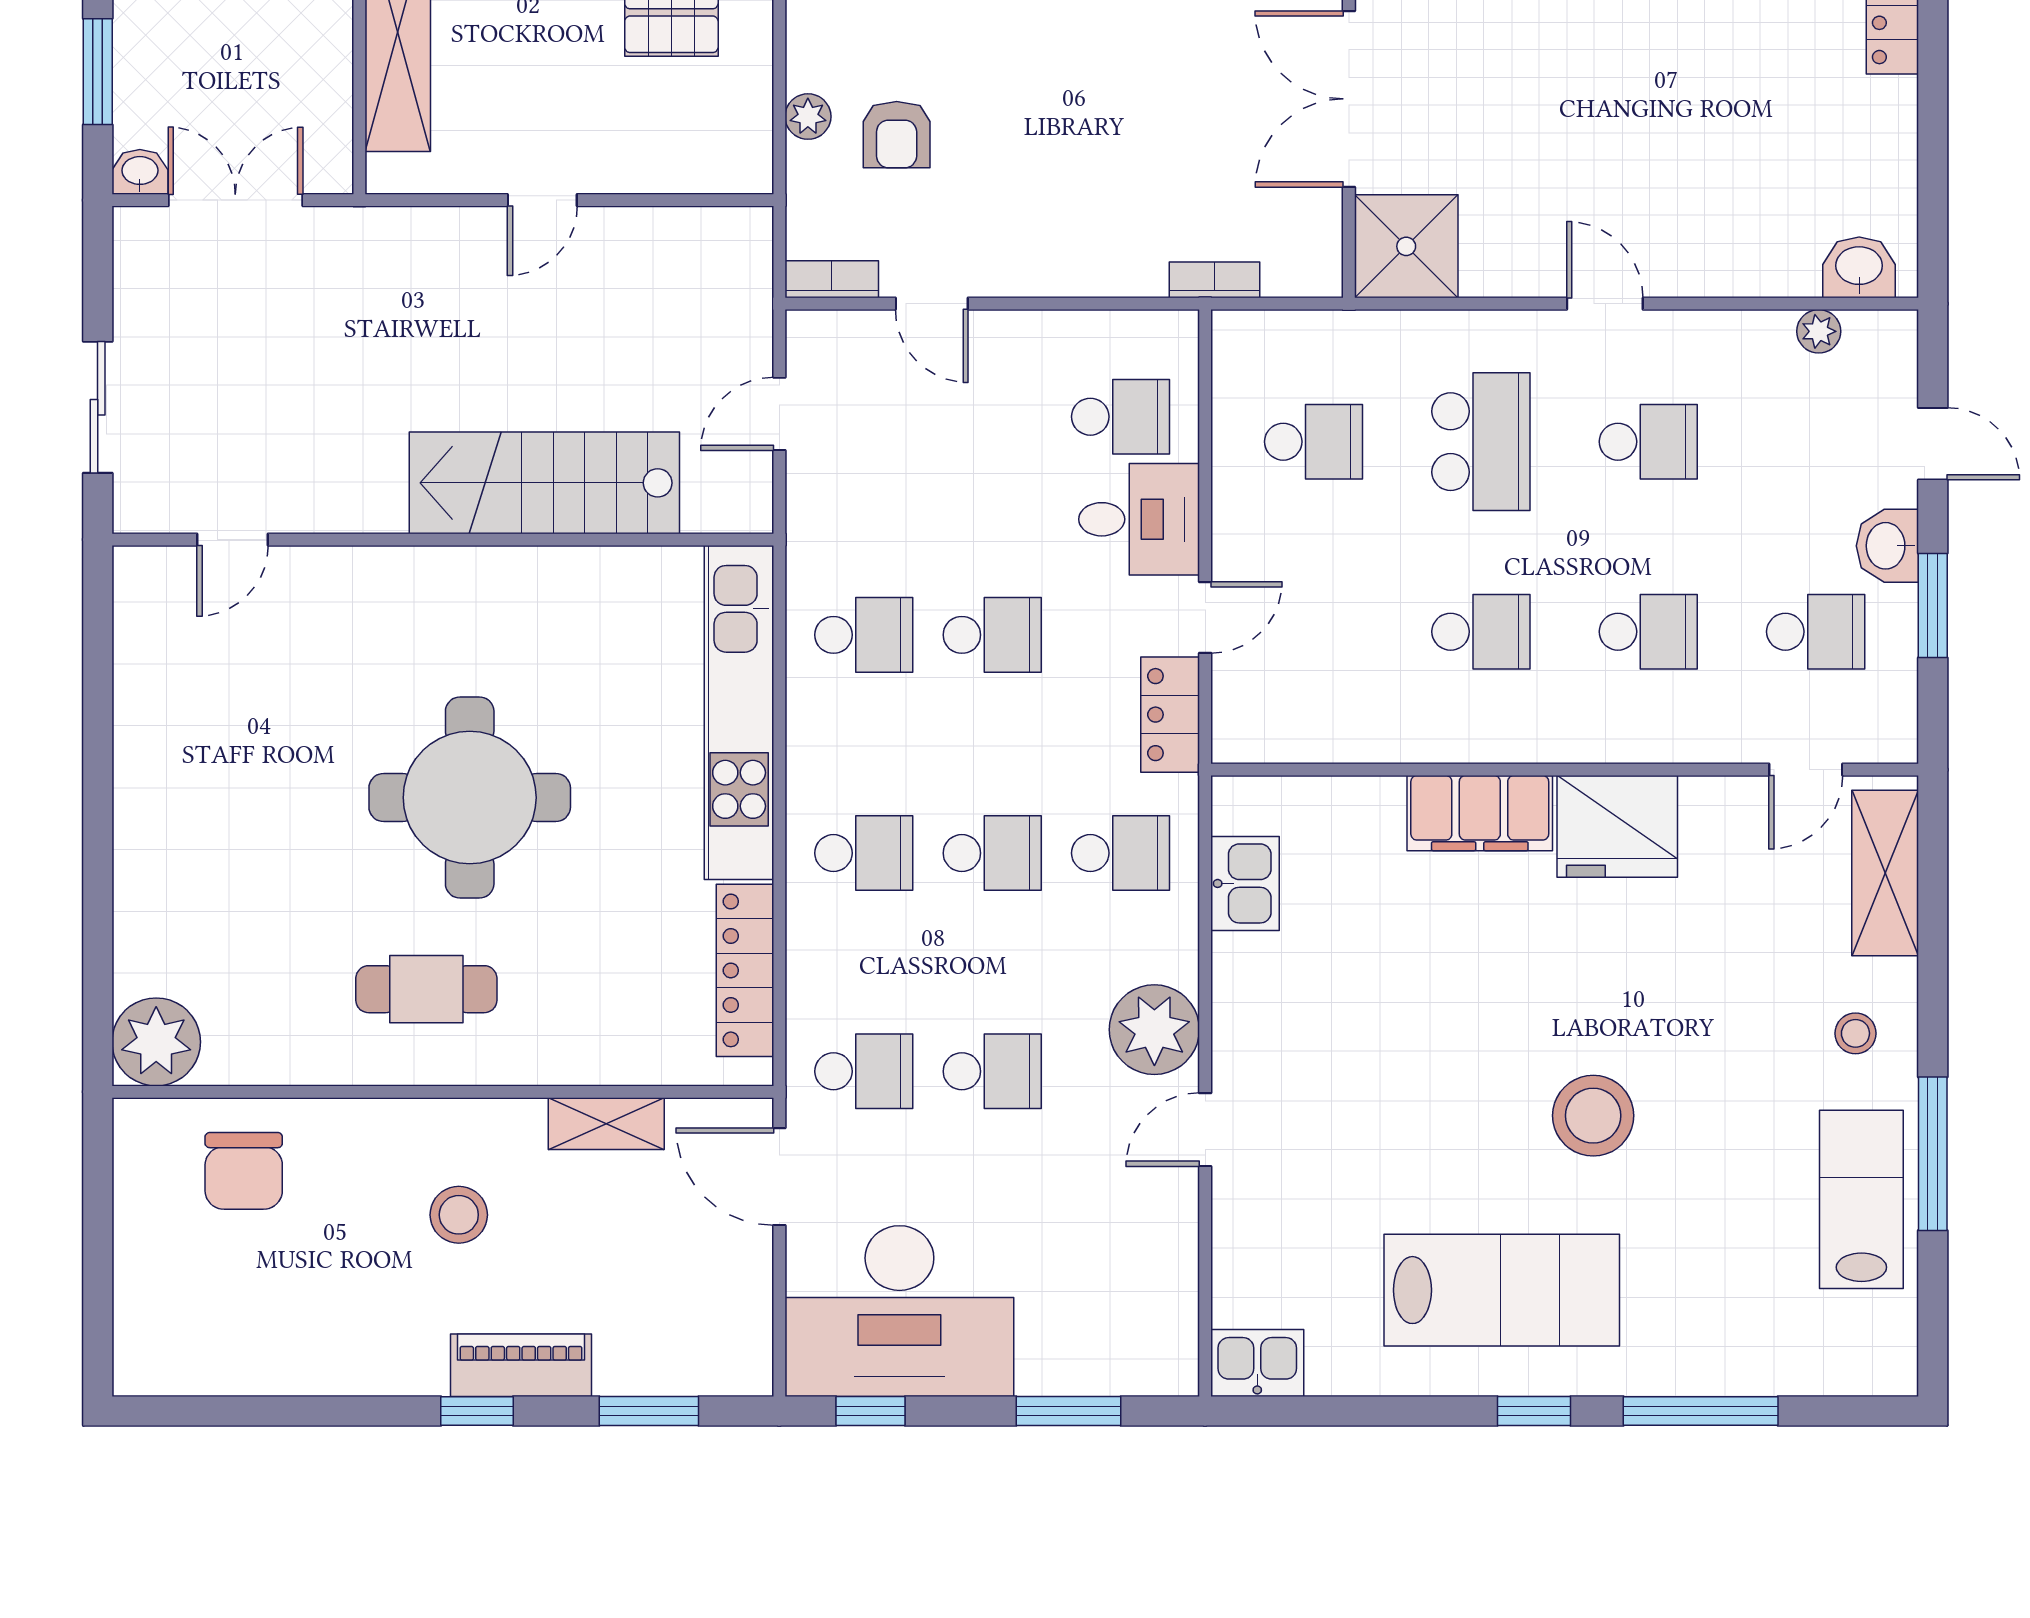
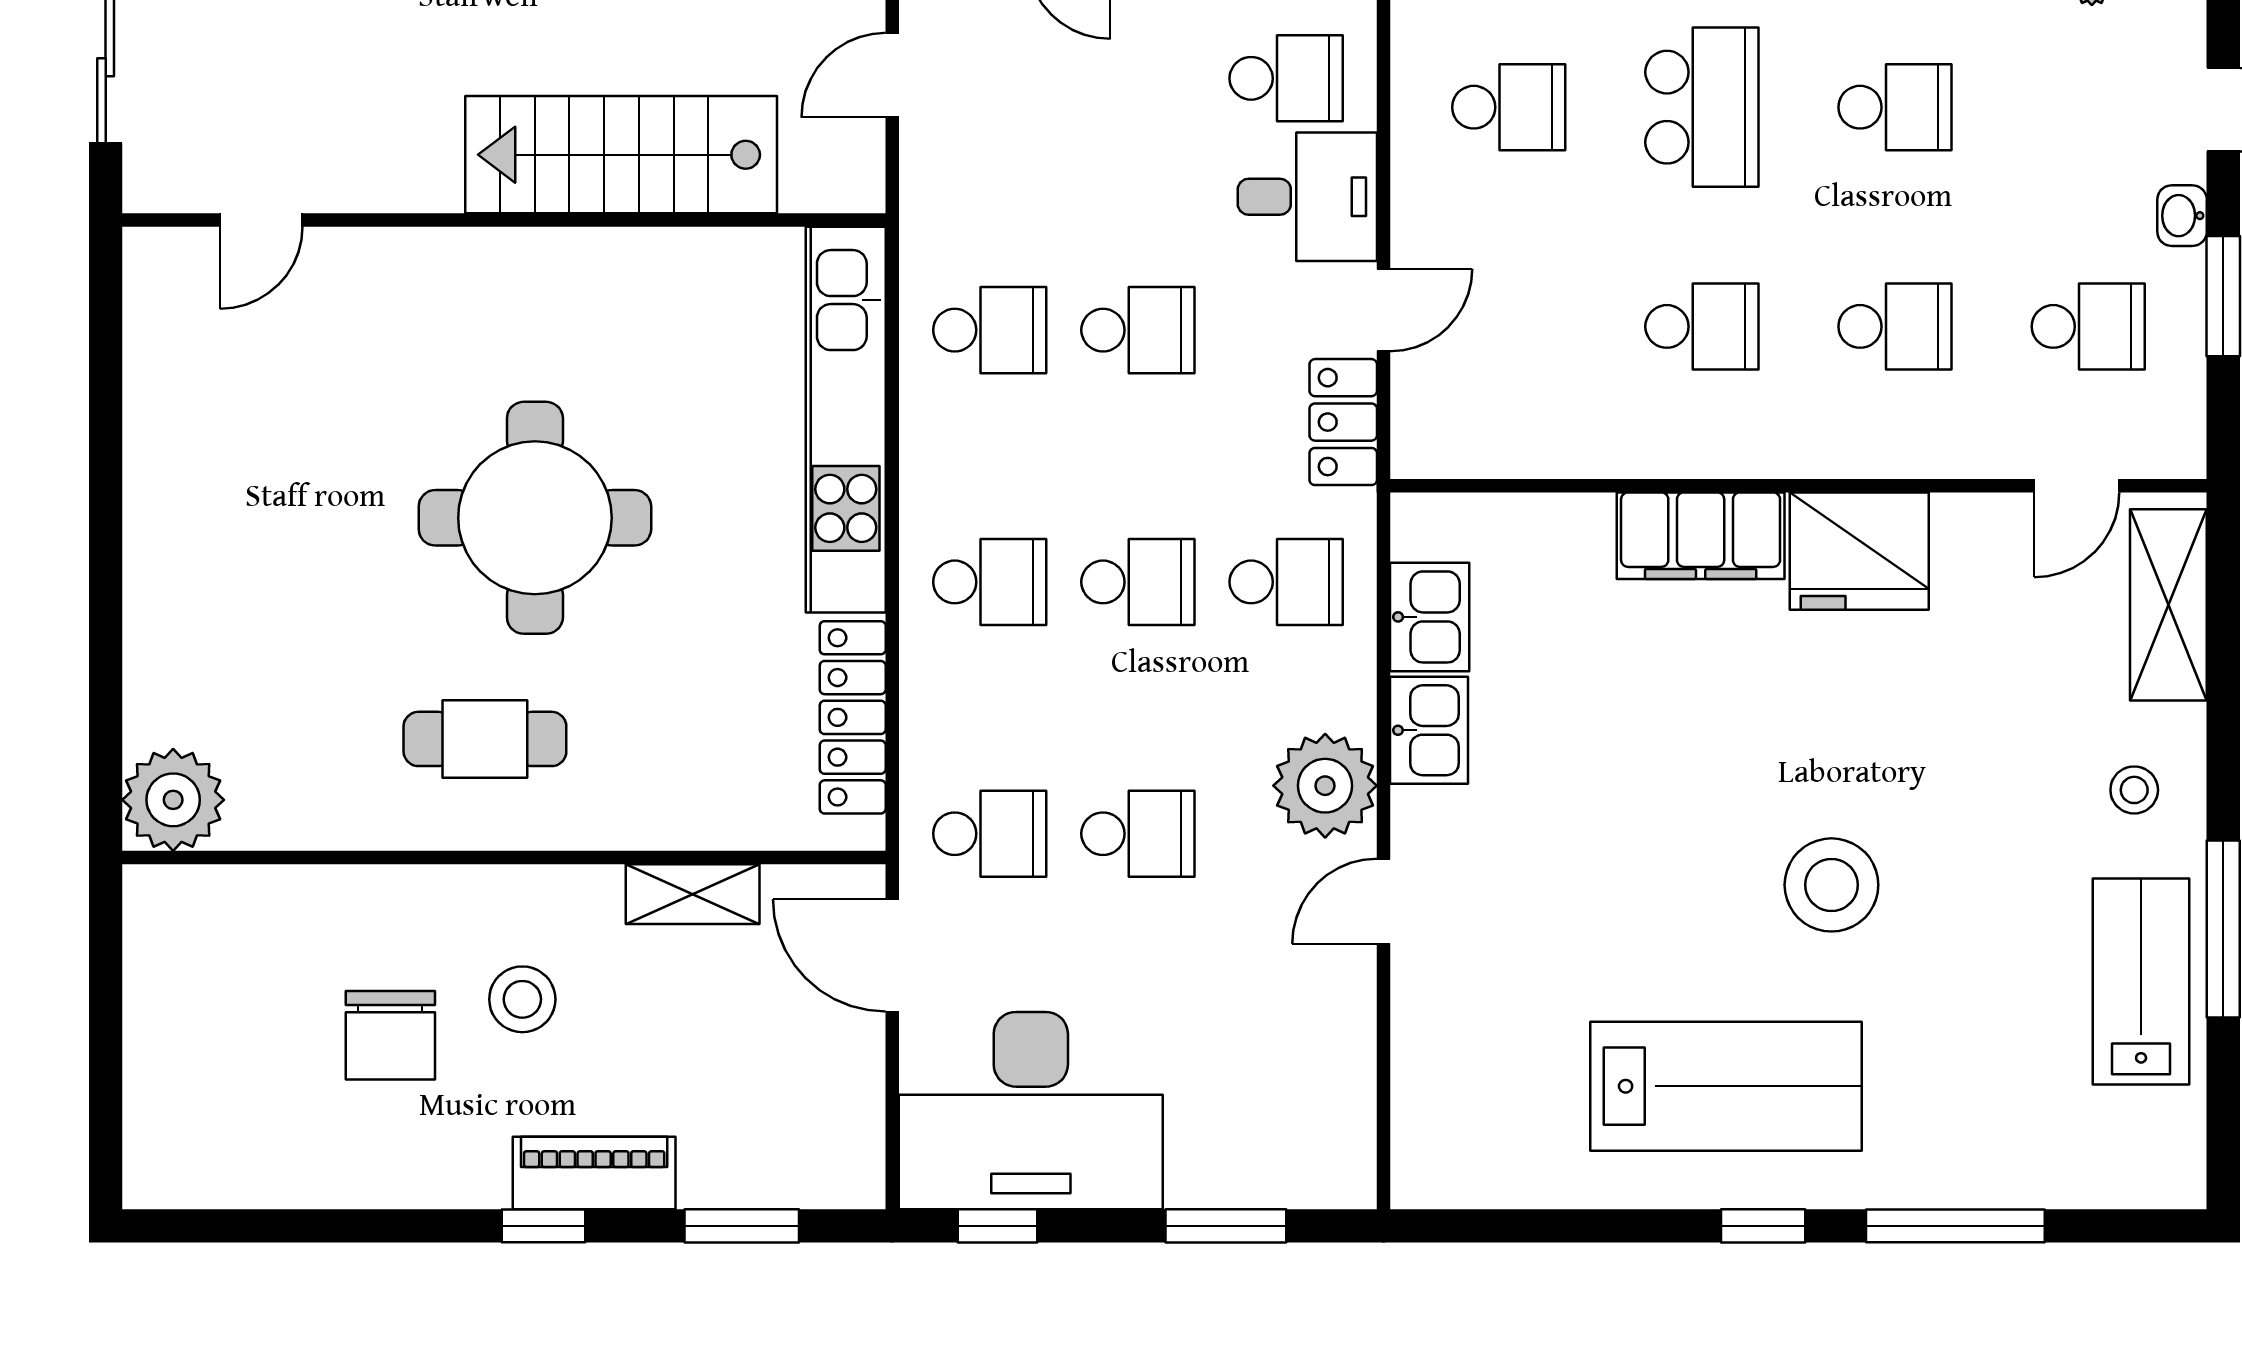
washbasin: (1887, 546) -> (2182, 216), width x0.72, depth x0.69
chair: (244, 1171) -> (390, 1035), moved
kitchen sink: (1257, 1363) -> (1429, 730), moved, turned 90

